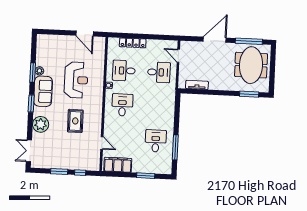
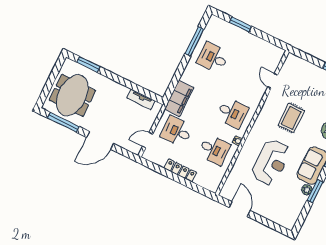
locker: (133, 43) -> (180, 170), moved
door: (178, 56) -> (148, 140), swing flipped
reception desk: (76, 80) -> (271, 162), turned 180
desk: (122, 105) -> (232, 113), turned -90
desk: (156, 141) -> (213, 58), turned 90
filing cabinet: (118, 165) -> (179, 98), moved, turned -90
window: (80, 173) -> (311, 59), removed

